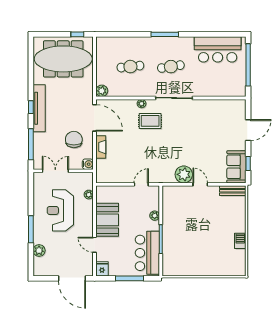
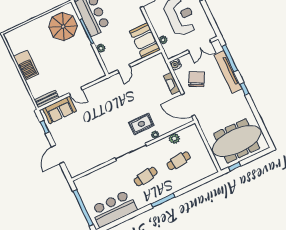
plant: (102, 91) -> (174, 139), moved
tv unit: (39, 108) -> (228, 72), moved
chair: (74, 140) -> (197, 79), turned -152
sofa: (236, 167) -> (59, 110), moved, turned 90
plant: (184, 174) -> (93, 93), removed
booth: (107, 220) -> (145, 41), moved
barbecue: (240, 241) -> (26, 65), width x1.88, depth x1.53
parasol: (182, 255) -> (63, 27), added

